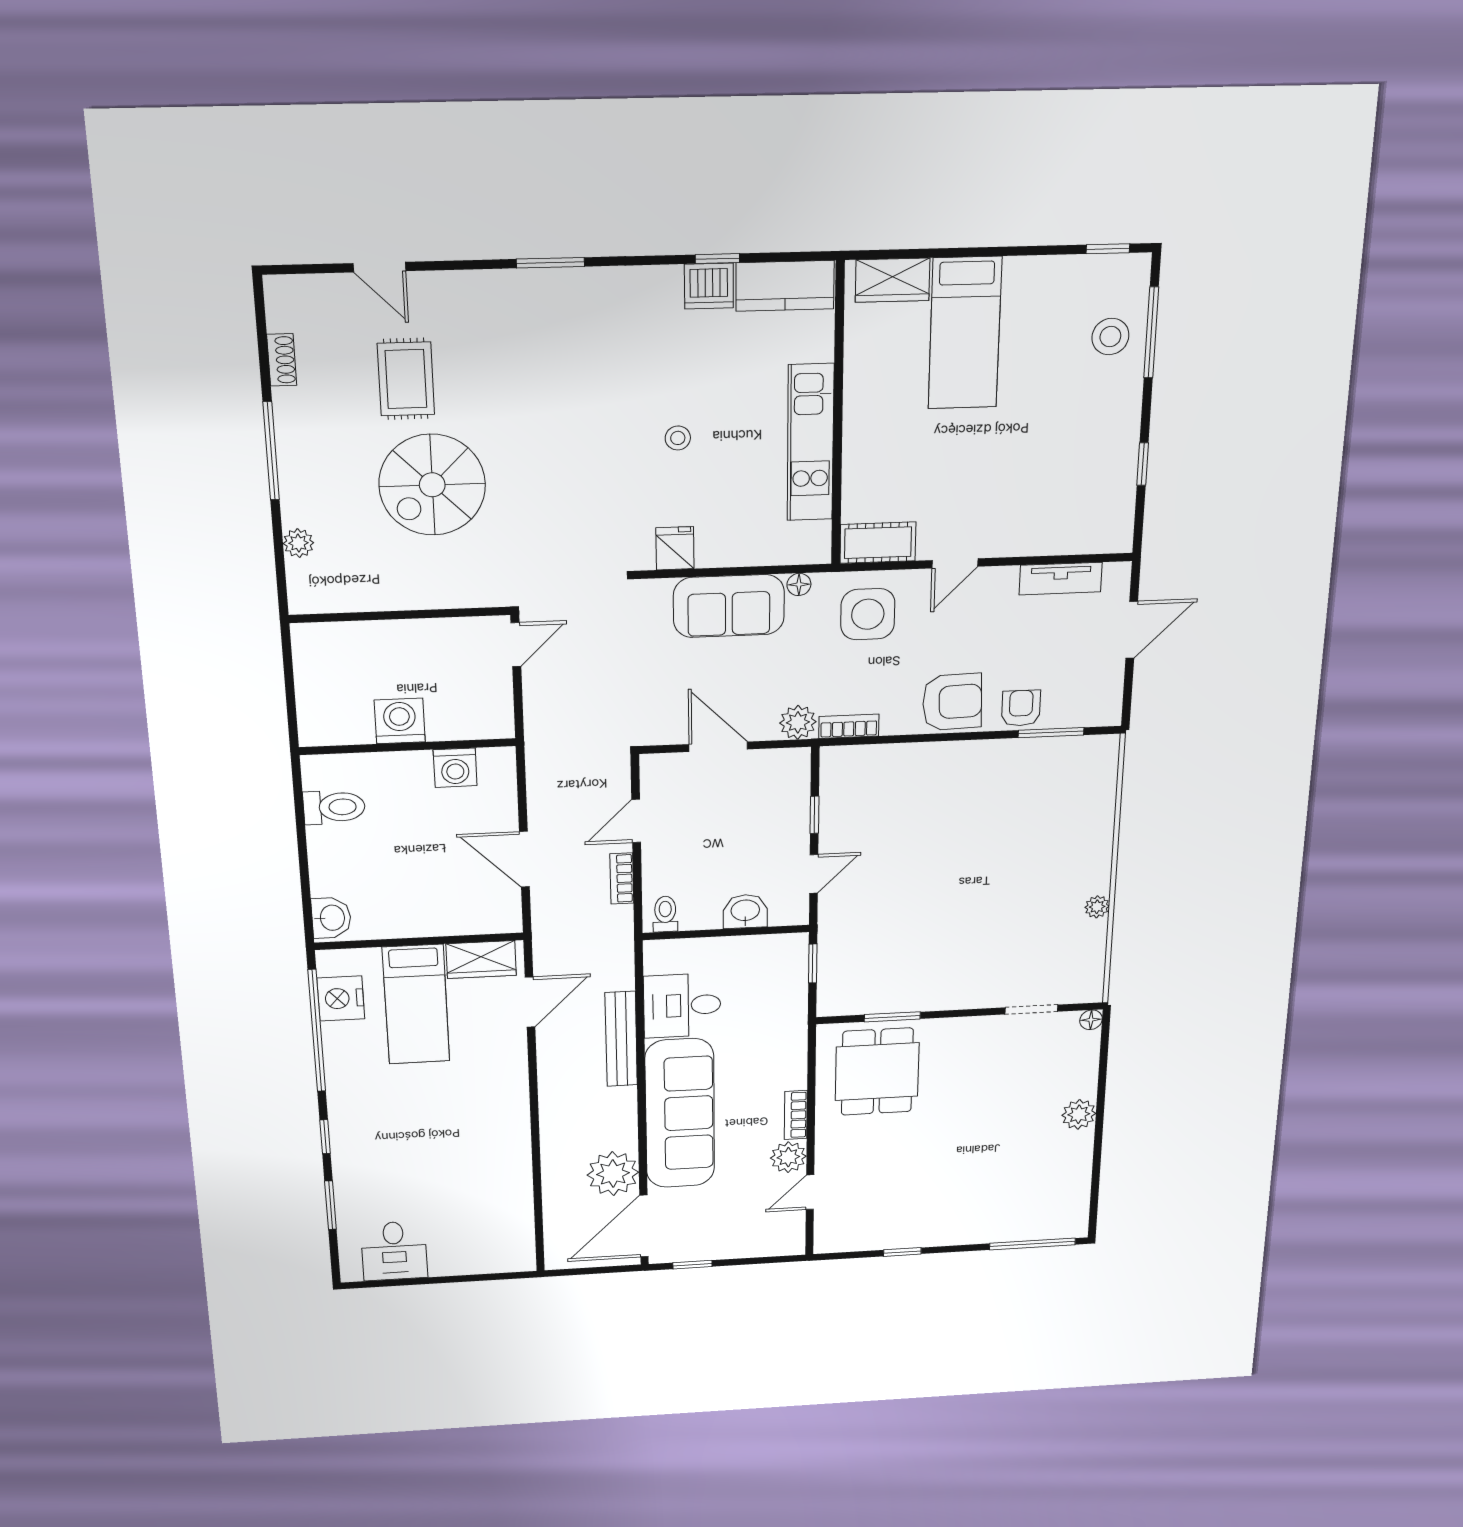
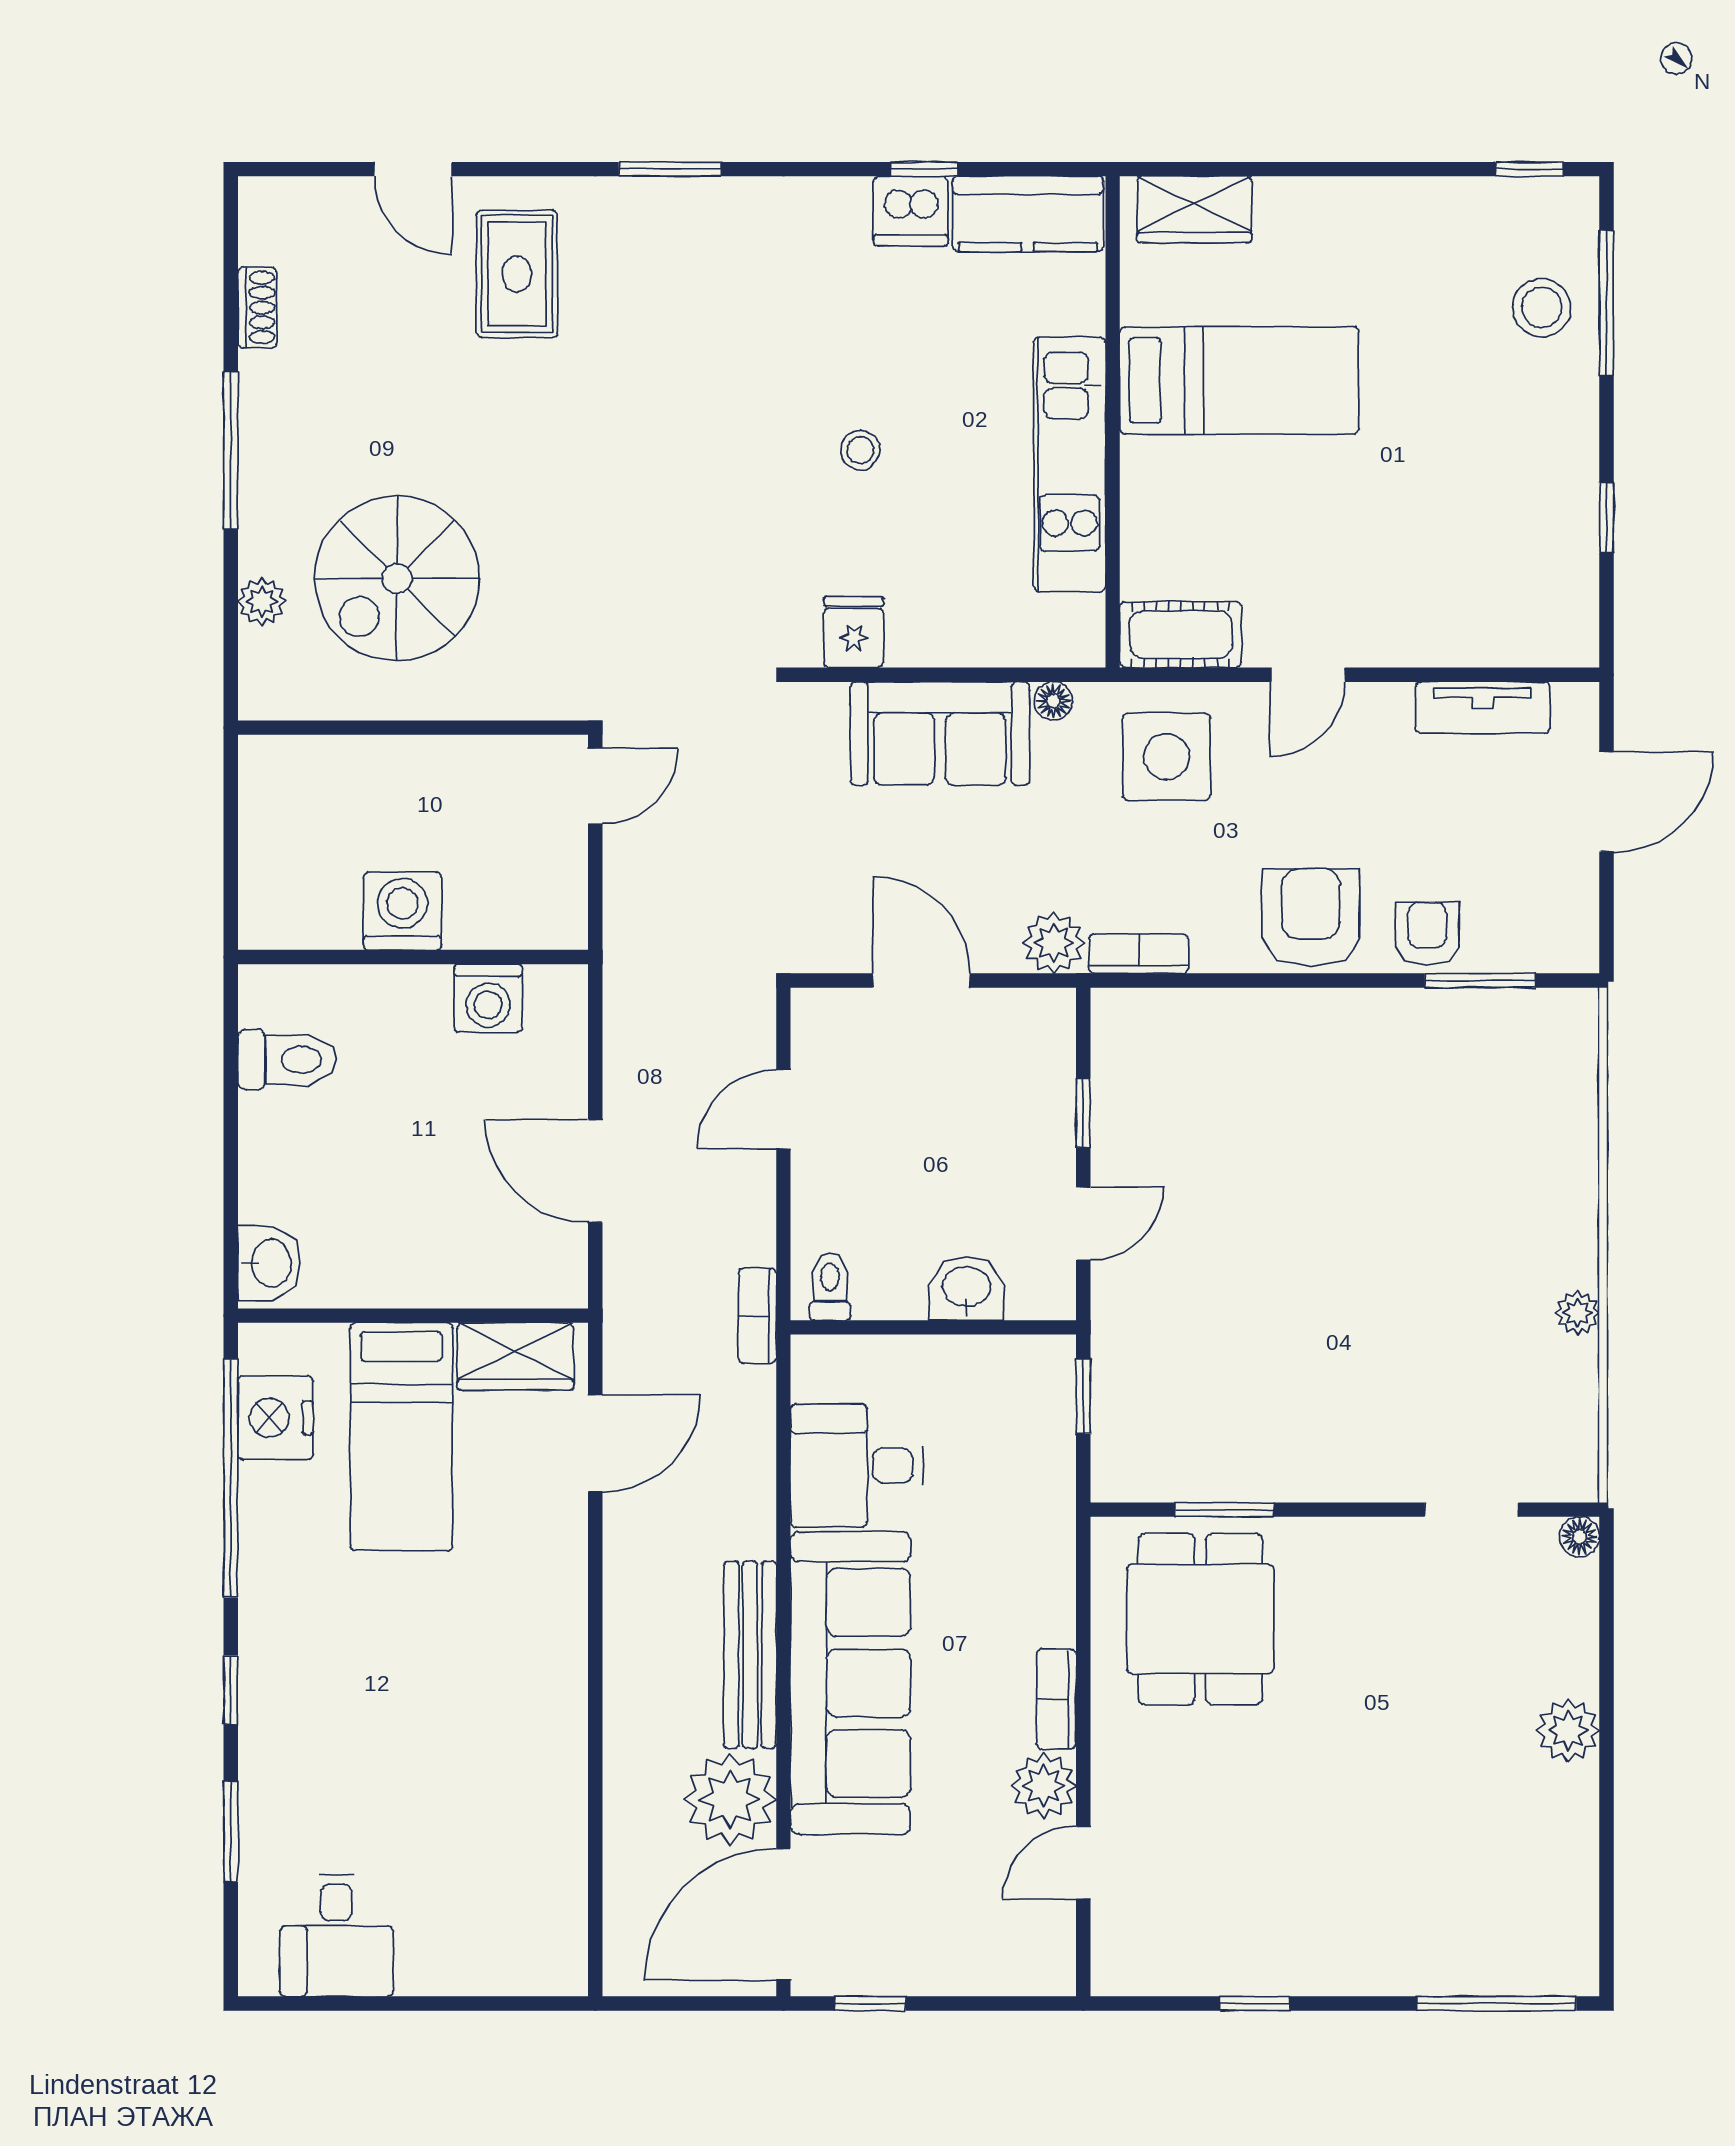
bed: (965, 333) -> (1239, 380), moved, turned -90
rug: (406, 379) -> (517, 274), moved
spiral stairs: (432, 485) -> (397, 578), moved
armchair: (952, 702) -> (1311, 918), turned -88
bookcase: (622, 878) -> (757, 1316), moved
bench: (621, 1039) -> (750, 1655), moved

